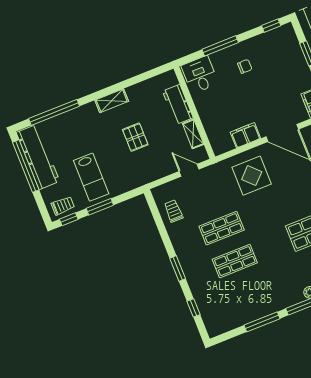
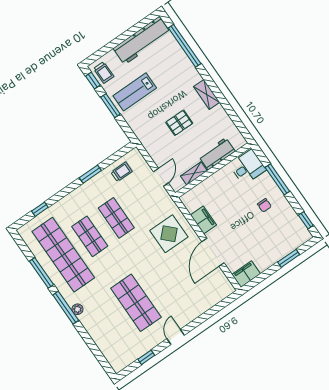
window: (26, 166) -> (131, 32), removed
window: (178, 268) -> (90, 174), moved
shop shelf: (248, 294) -> (63, 255), added

